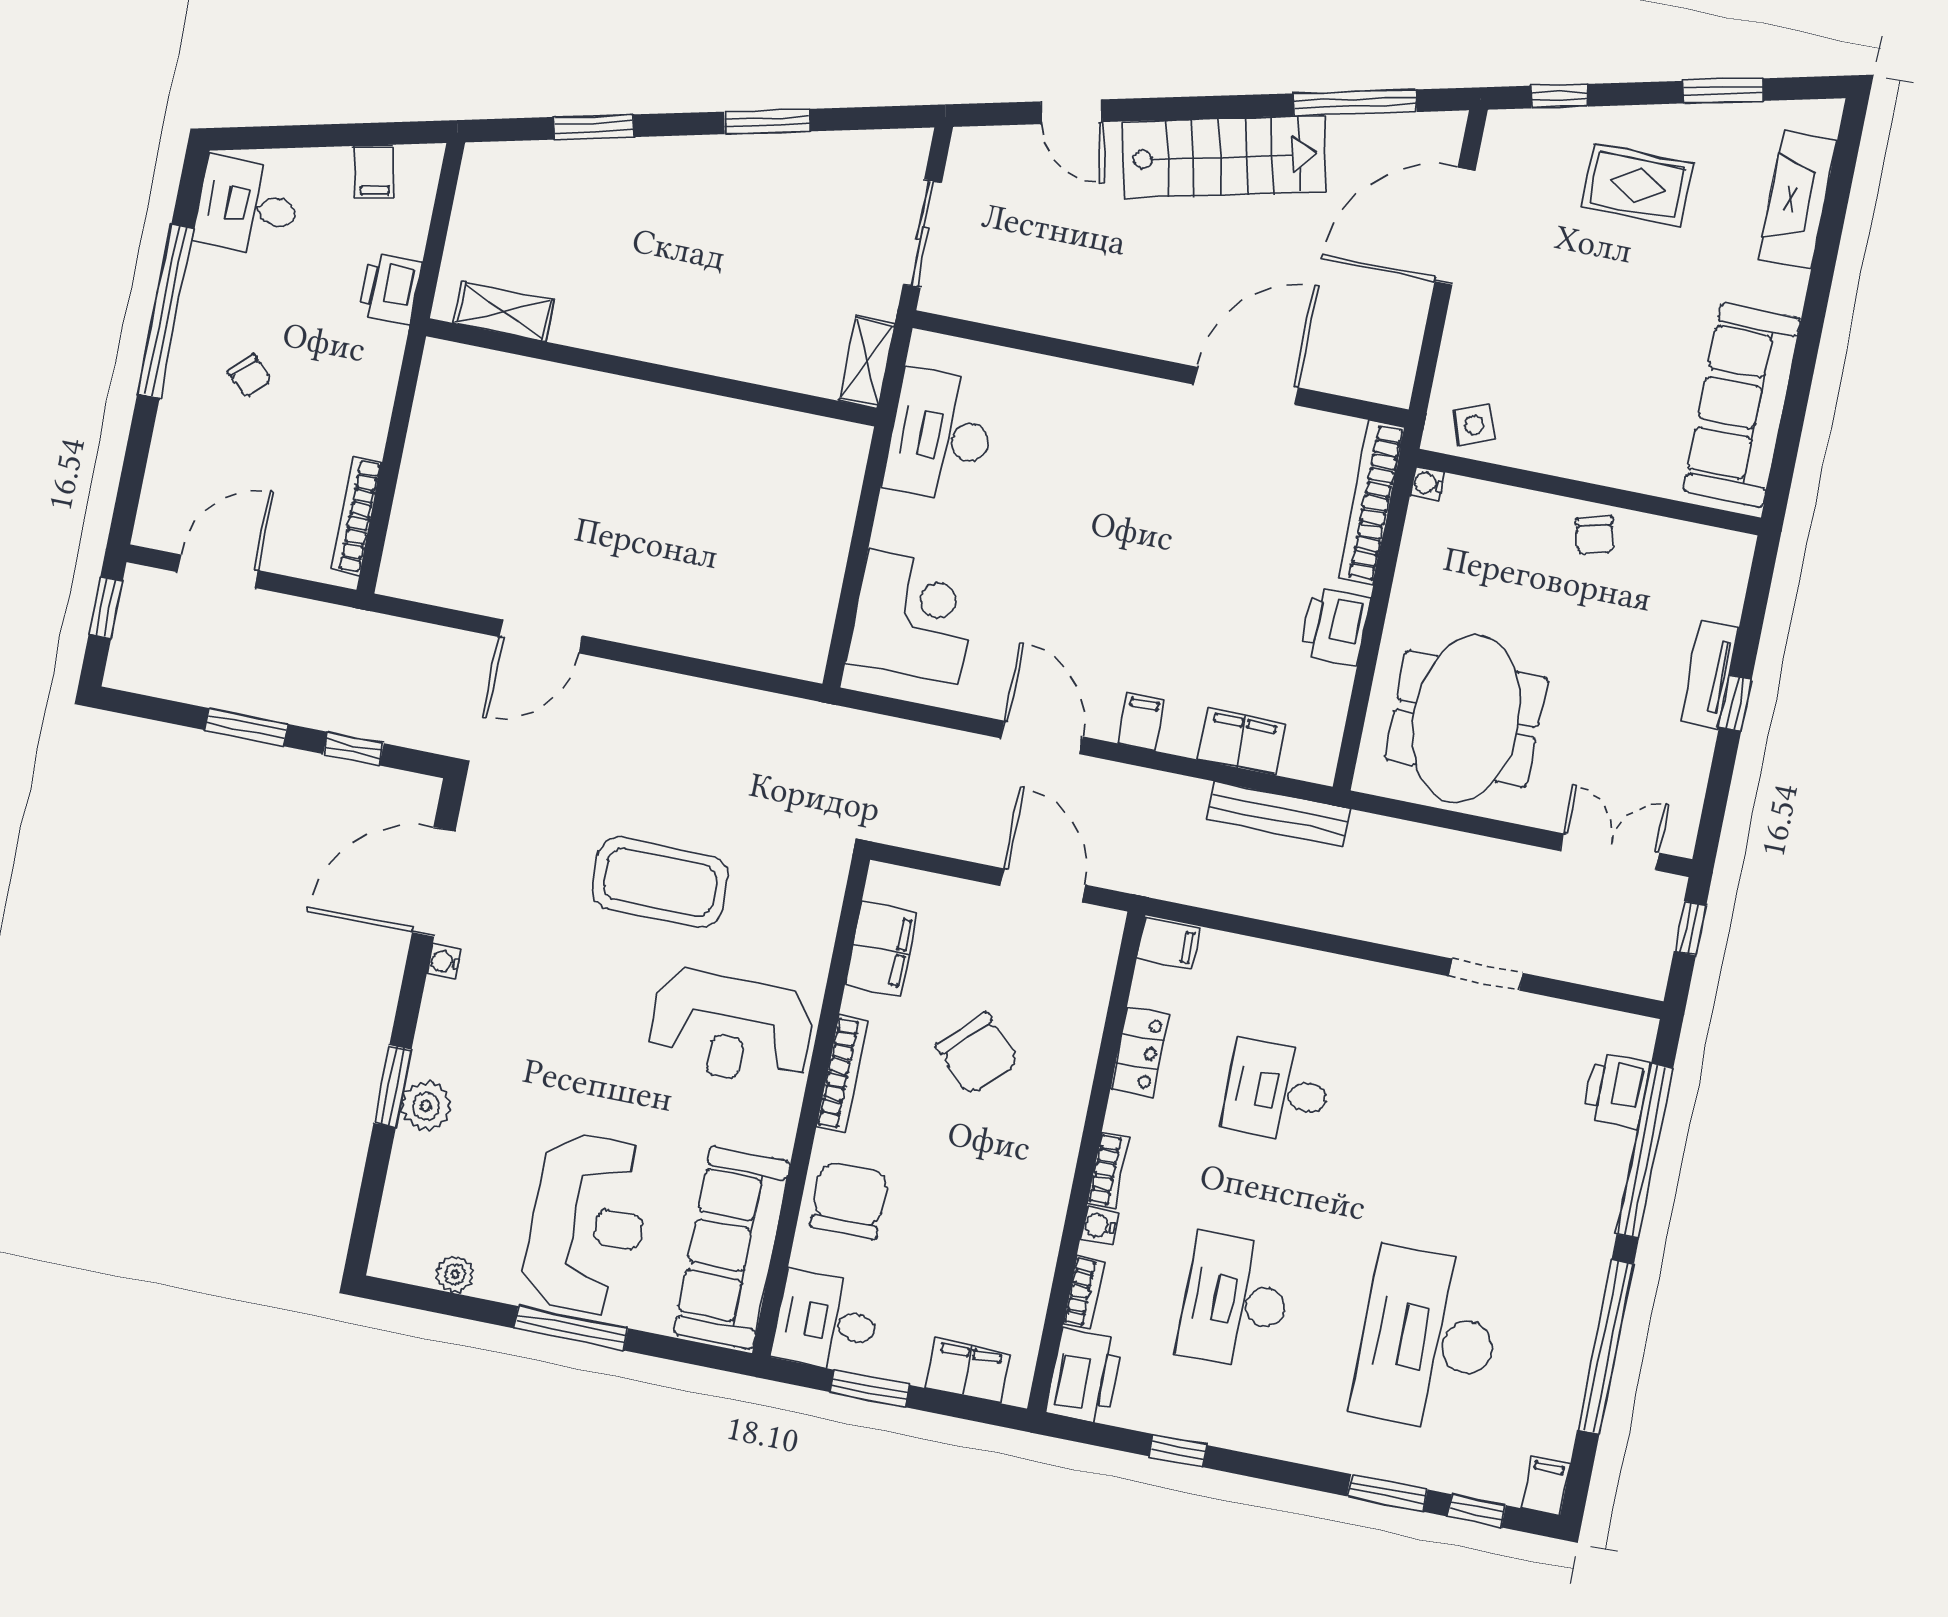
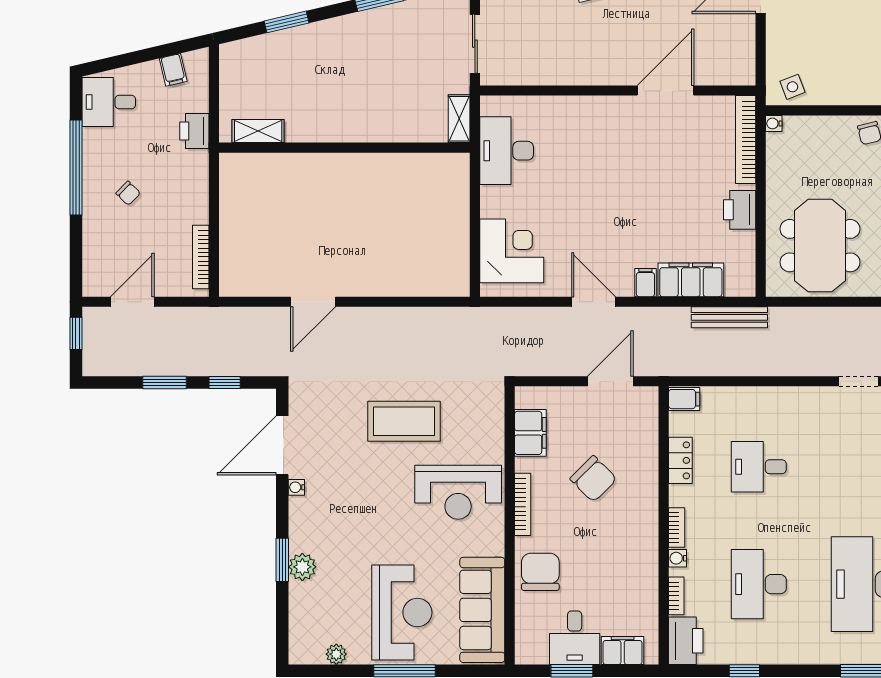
filing cabinet: (1242, 741) -> (691, 280), width x1.50, depth x1.17
door: (1043, 885) -> (610, 381), hinge flipped
desk: (827, 1322) -> (575, 638), moved, turned -90

